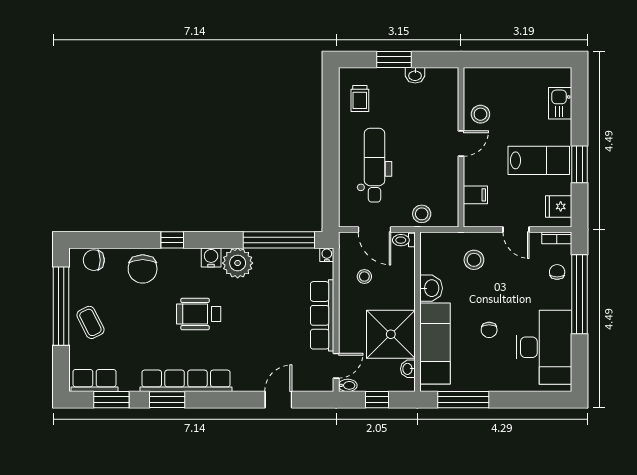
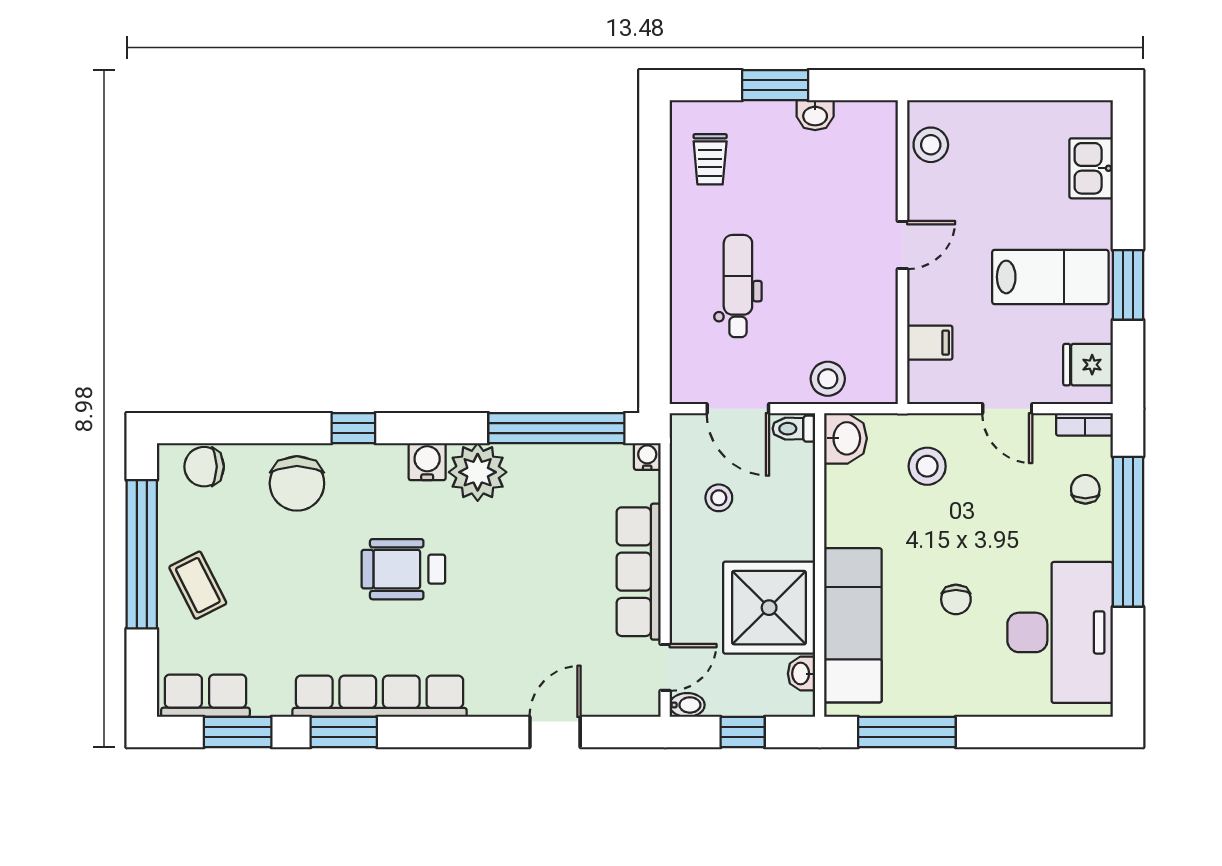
stool: (480, 114) -> (931, 145), moved
dental chair: (374, 165) -> (738, 286), width x0.73, depth x0.72
washbasin: (431, 288) -> (845, 438), moved

